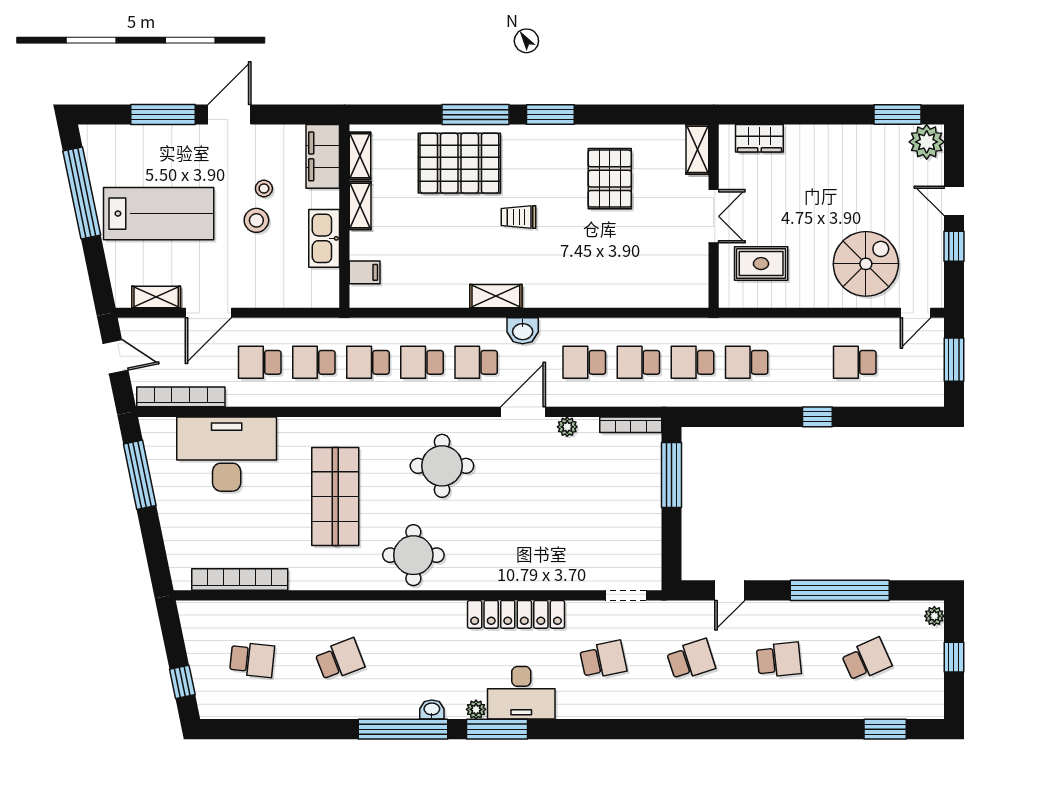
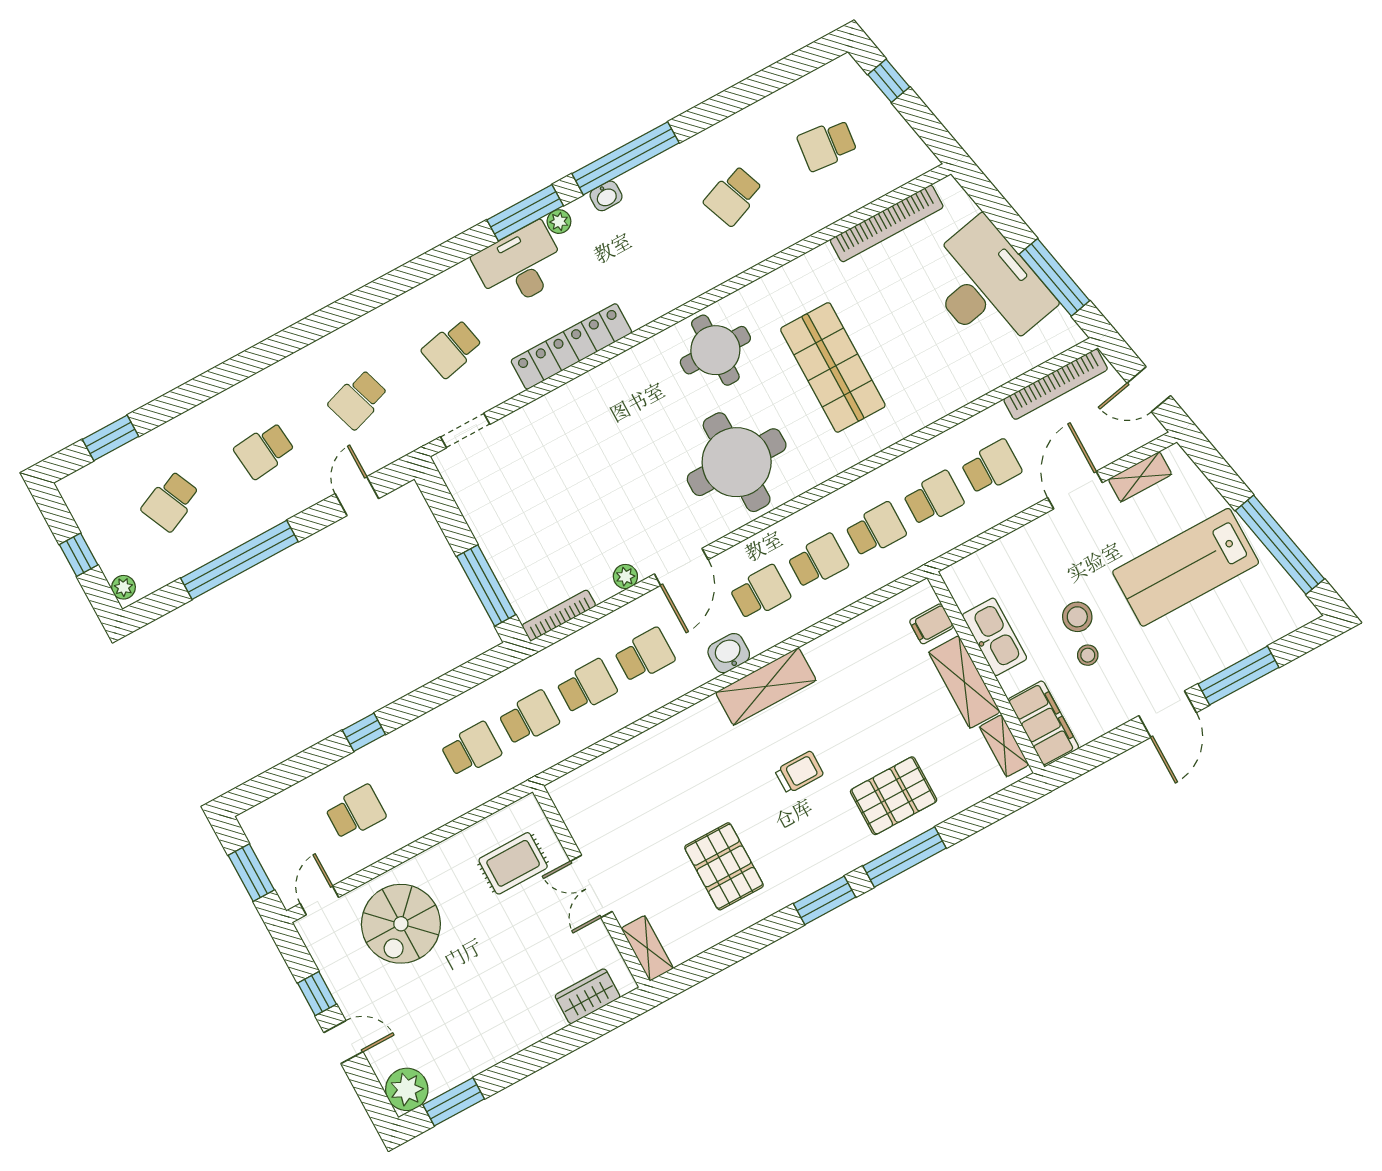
pallet: (459, 163) -> (894, 796), width x0.73, depth x0.71
shelving: (360, 205) -> (964, 682), width x1.50, depth x1.33
shelving: (496, 296) -> (766, 686), width x1.50, depth x1.33
desk: (227, 454) -> (987, 286), moved, turned -102
round table: (442, 466) -> (737, 462), width x1.36, depth x1.36

